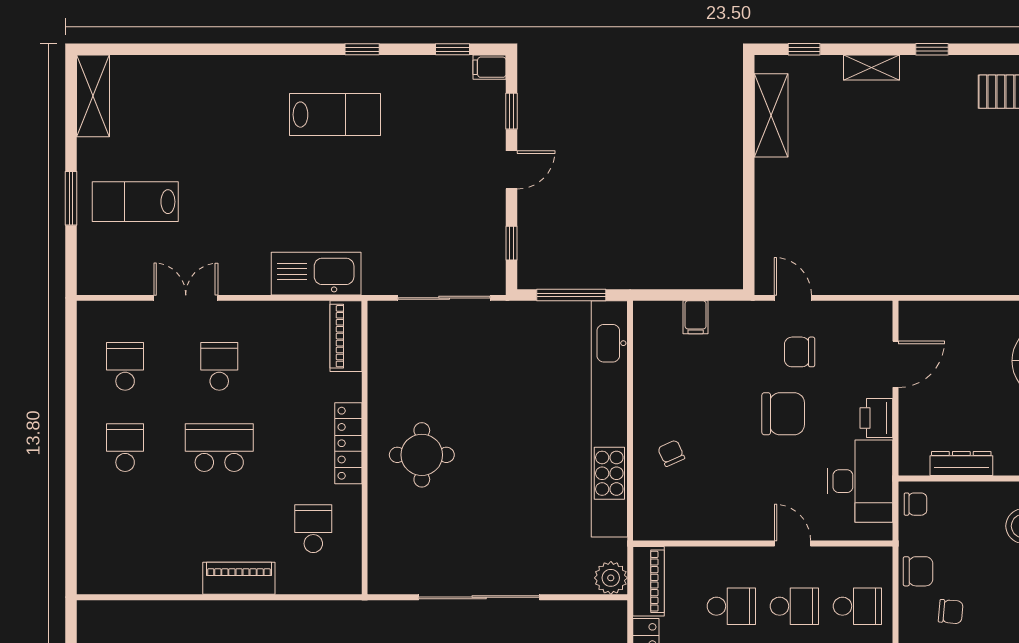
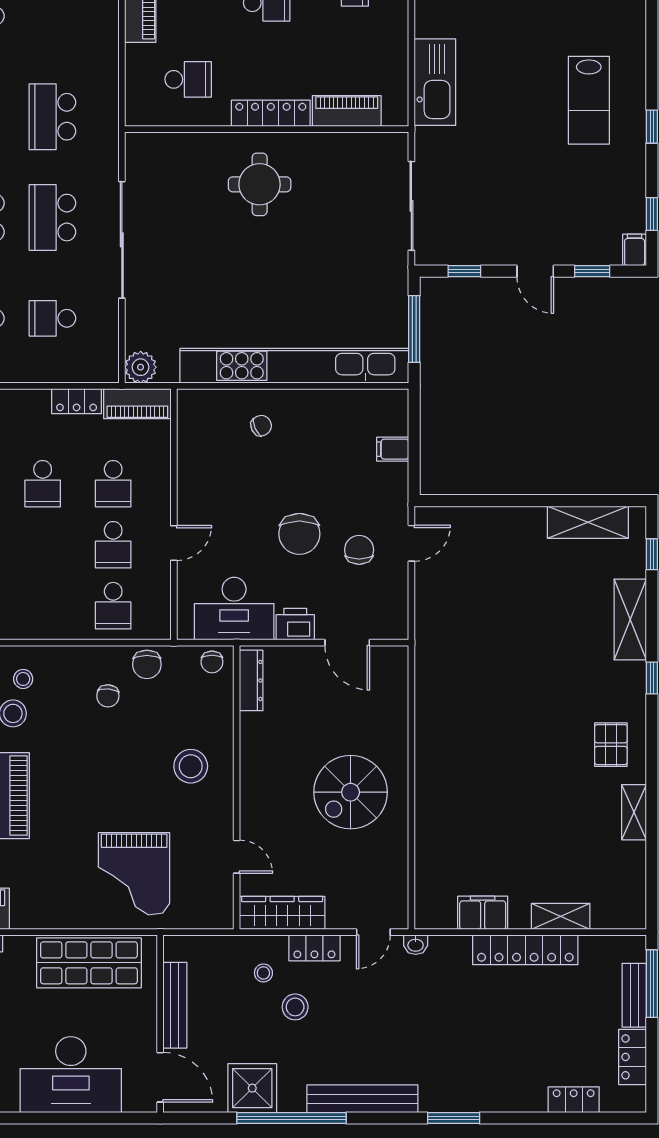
shelving: (872, 68) -> (630, 619), width x1.50, depth x1.33
piano: (346, 336) -> (347, 111), moved
dresser: (961, 464) -> (251, 680), moved

